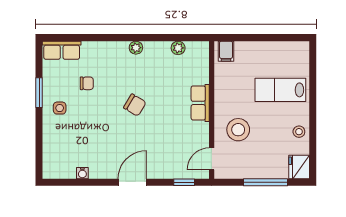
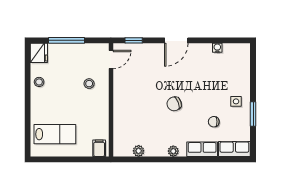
lab bench: (280, 90) -> (55, 134), moved
row of seats: (200, 103) -> (202, 149), moved, turned -90
chair: (135, 105) -> (174, 104), turned -51
stool: (238, 130) -> (89, 84), width x0.53, depth x0.53

